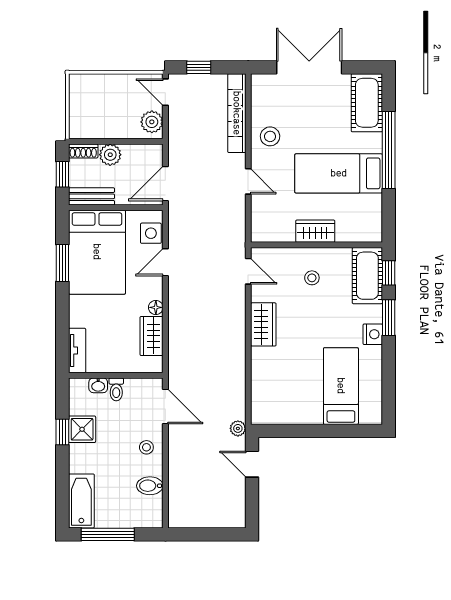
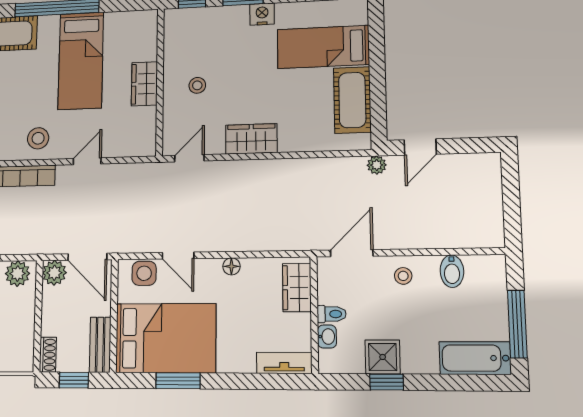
plant: (110, 155) -> (54, 273), moved
cot: (367, 276) -> (352, 100), moved, turned 90
wardrobe: (152, 336) -> (297, 288), moved, turned 90

